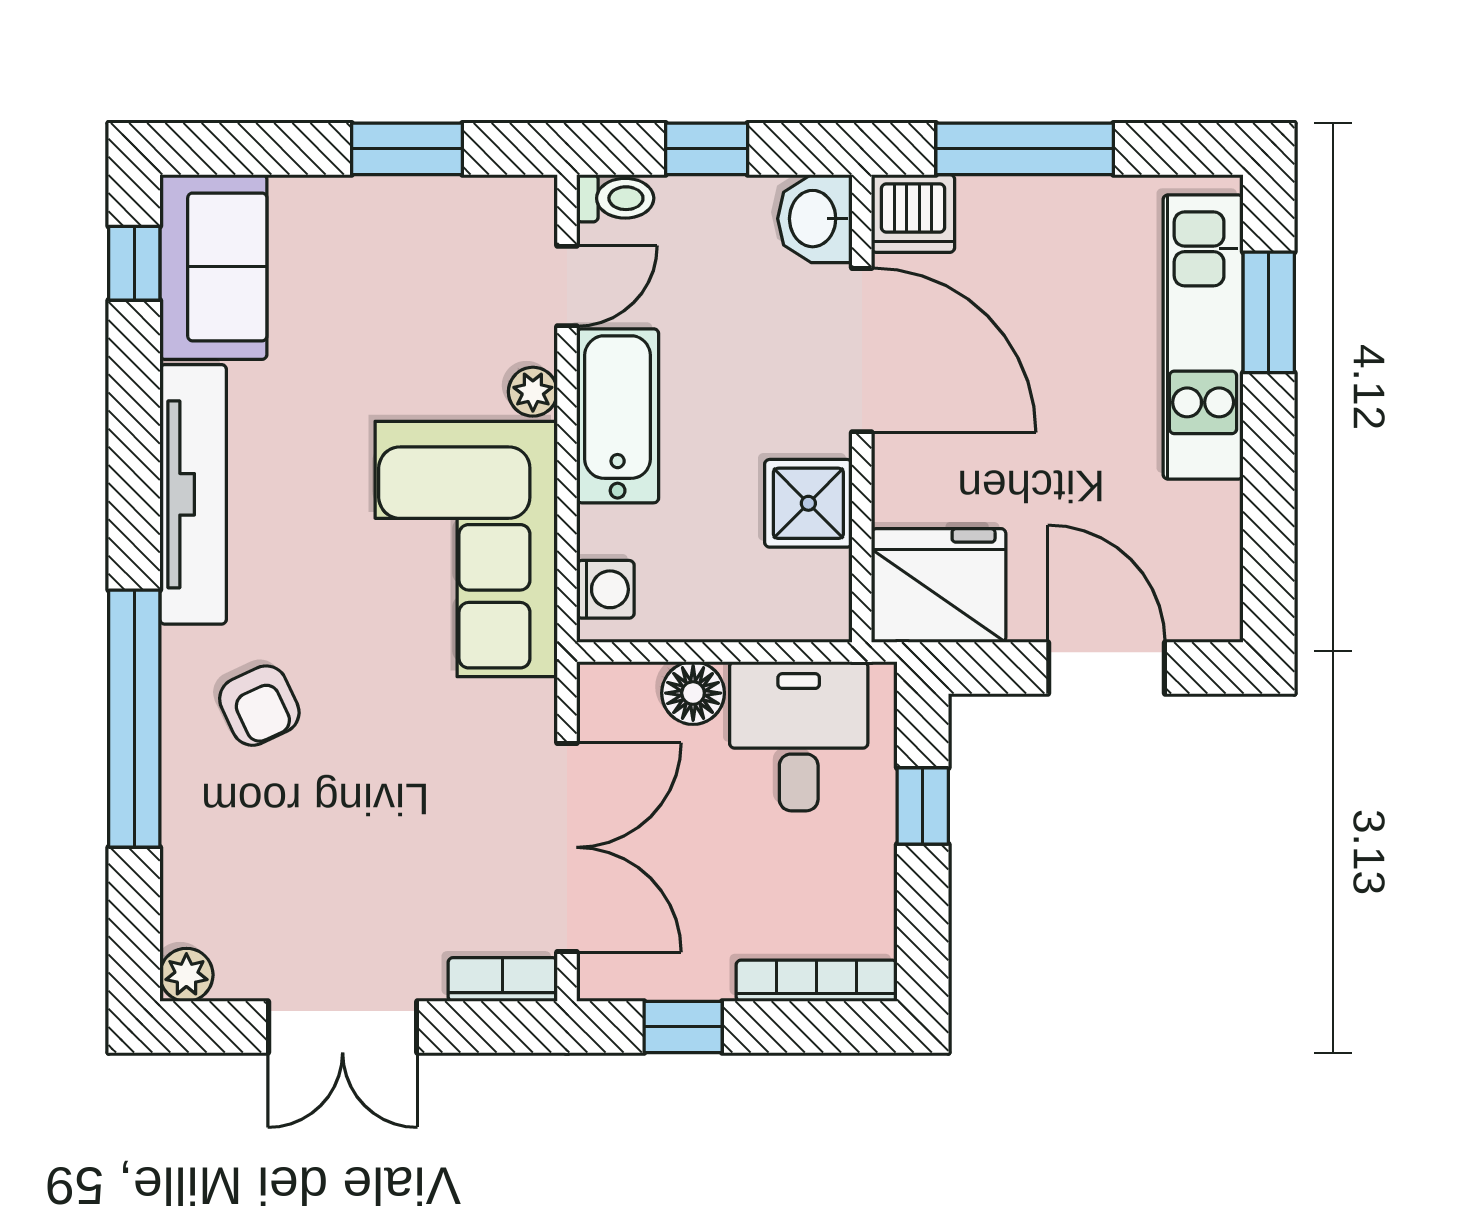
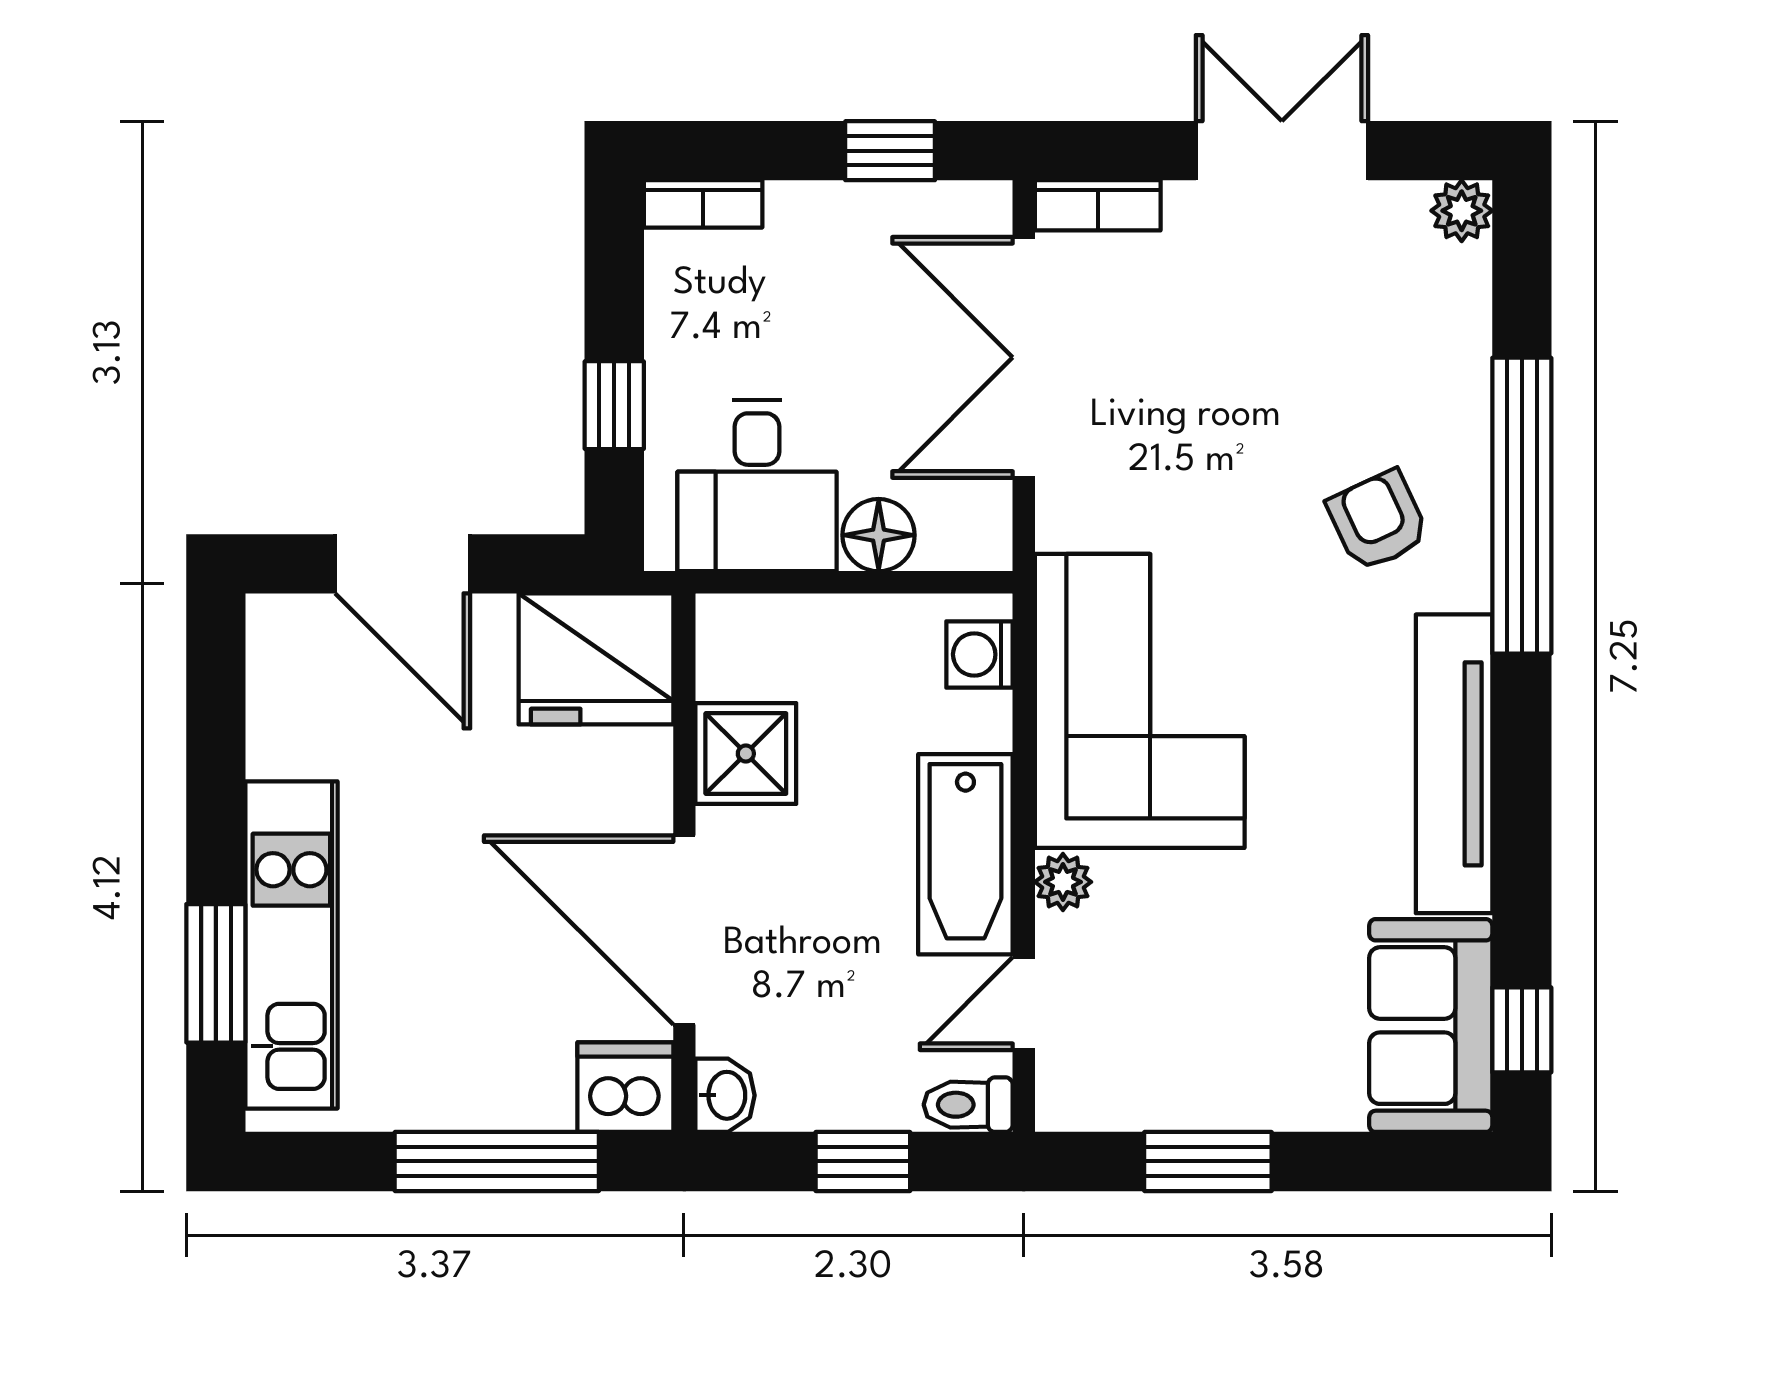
washbasin: (815, 219) -> (725, 1095), width x0.72, depth x0.69
bookcase: (817, 981) -> (703, 204), width x0.64

